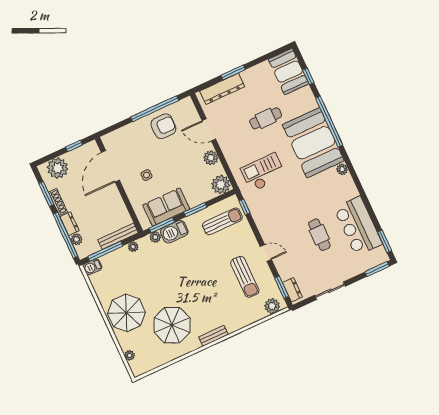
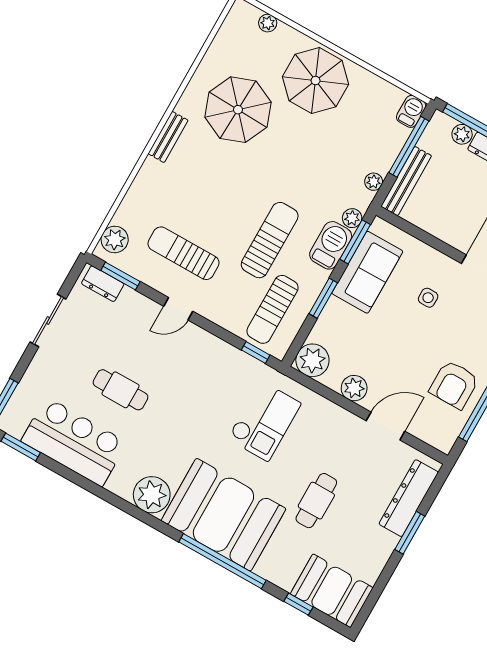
plant: (342, 169) -> (152, 495), width x1.88, depth x1.88
sun lounger: (201, 254) -> (270, 240), added

